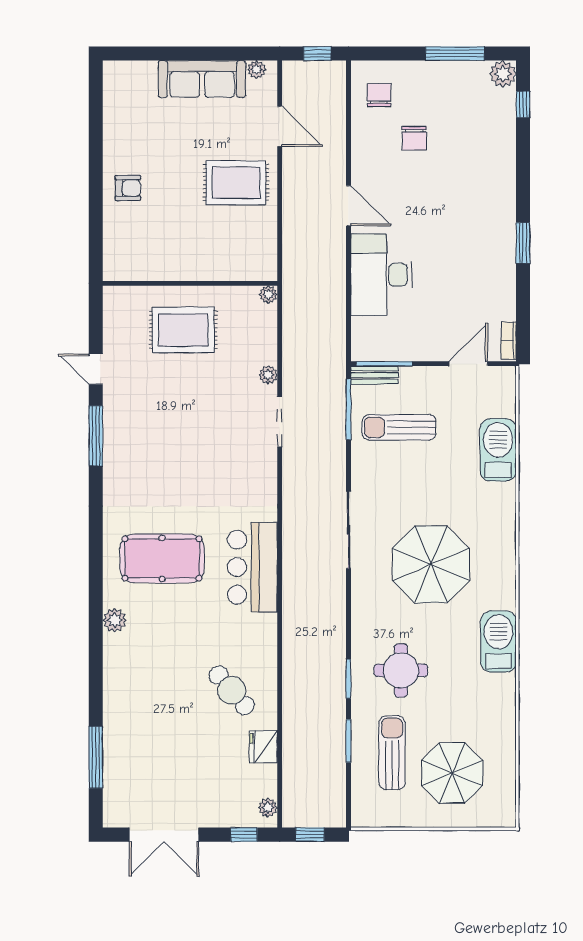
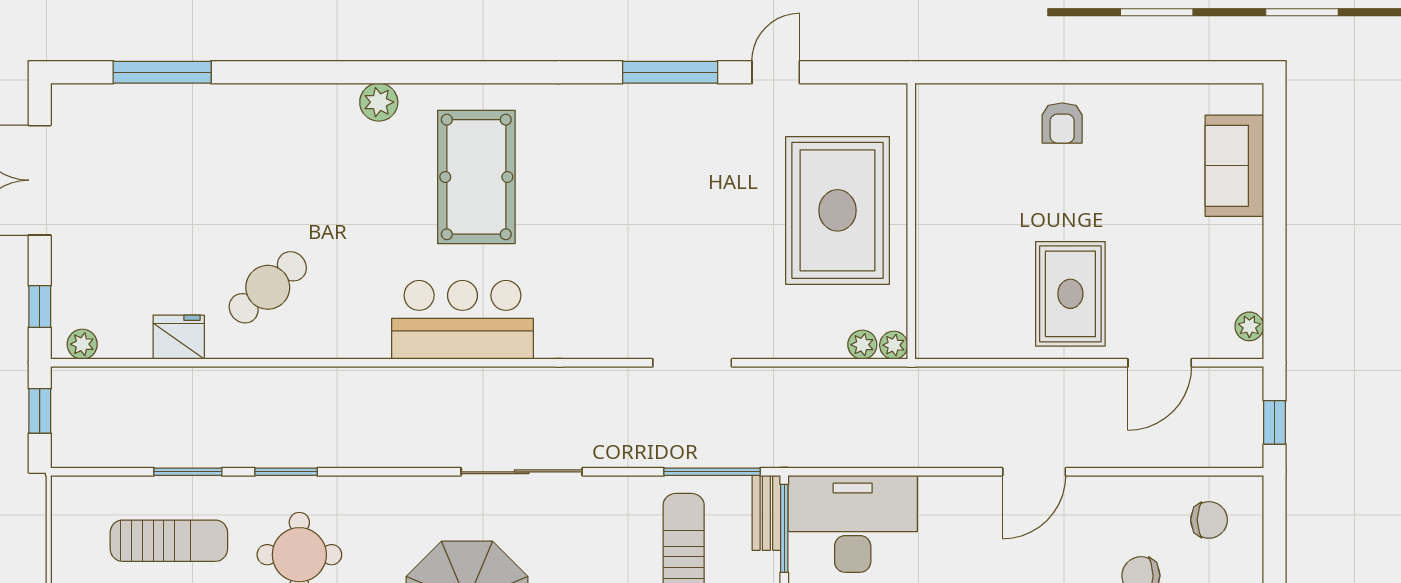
sofa: (202, 79) -> (1234, 166), moved, width x0.73
desk: (381, 275) -> (853, 524), moved
rug: (183, 330) -> (838, 210), width x1.37, depth x1.44
plant: (268, 375) -> (862, 345), moved

